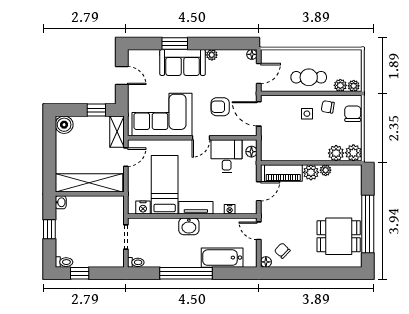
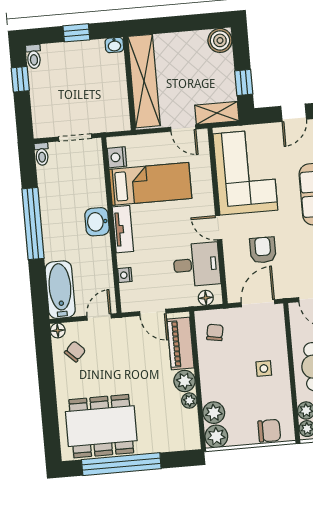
chair: (328, 107) -> (215, 332), moved
dining table: (339, 236) -> (101, 426), width x1.37
bathtub: (222, 258) -> (60, 290), moved

